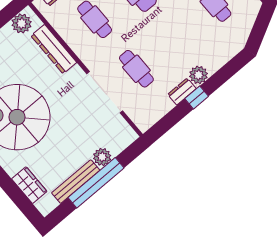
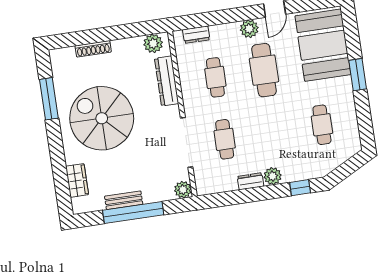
window: (197, 97) -> (300, 188), moved
plant: (102, 157) -> (183, 190), moved
bench: (76, 182) -> (124, 200), width x0.73

